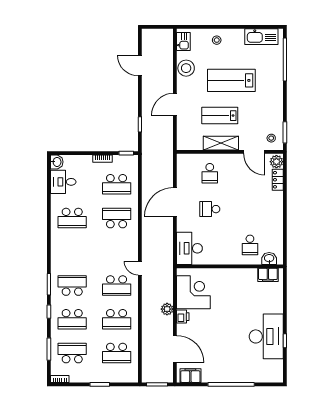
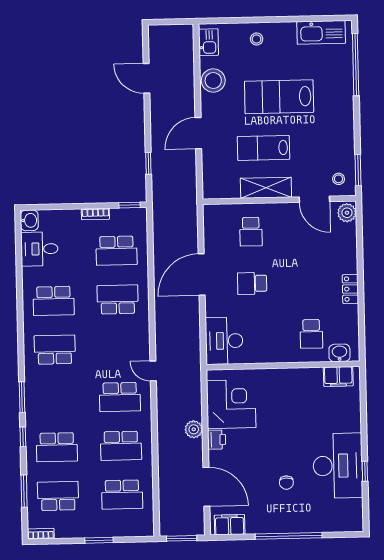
locker: (278, 180) -> (350, 289), moved
school desk: (72, 286) -> (55, 350), moved
chair: (230, 347) -> (286, 483), added

